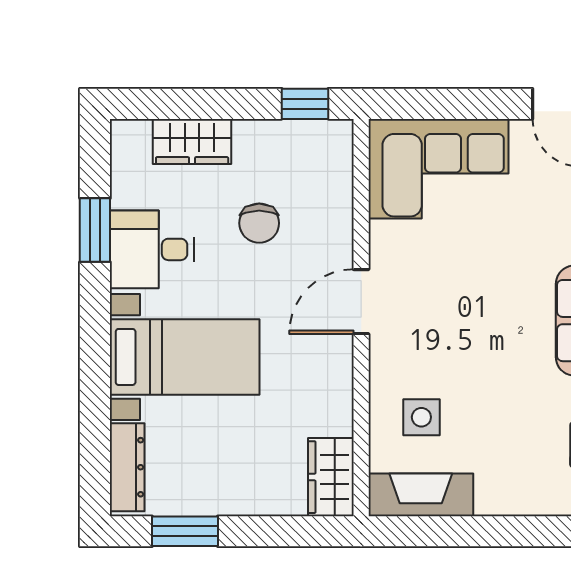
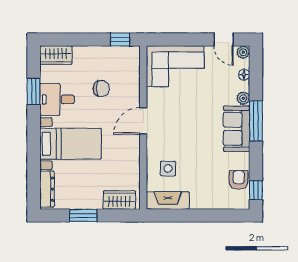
wardrobe: (192, 142) -> (56, 55), moved
chair: (259, 223) -> (101, 89), turned -90
wardrobe: (331, 477) -> (119, 200), moved, turned 90
window: (185, 531) -> (83, 215), moved

